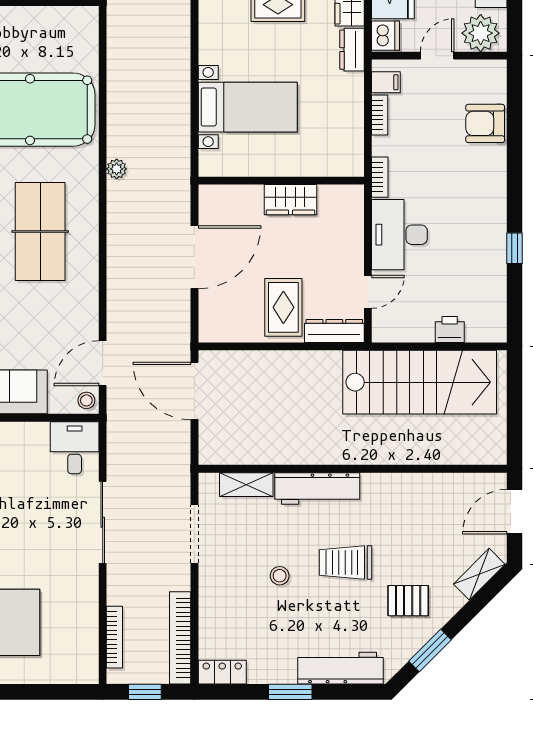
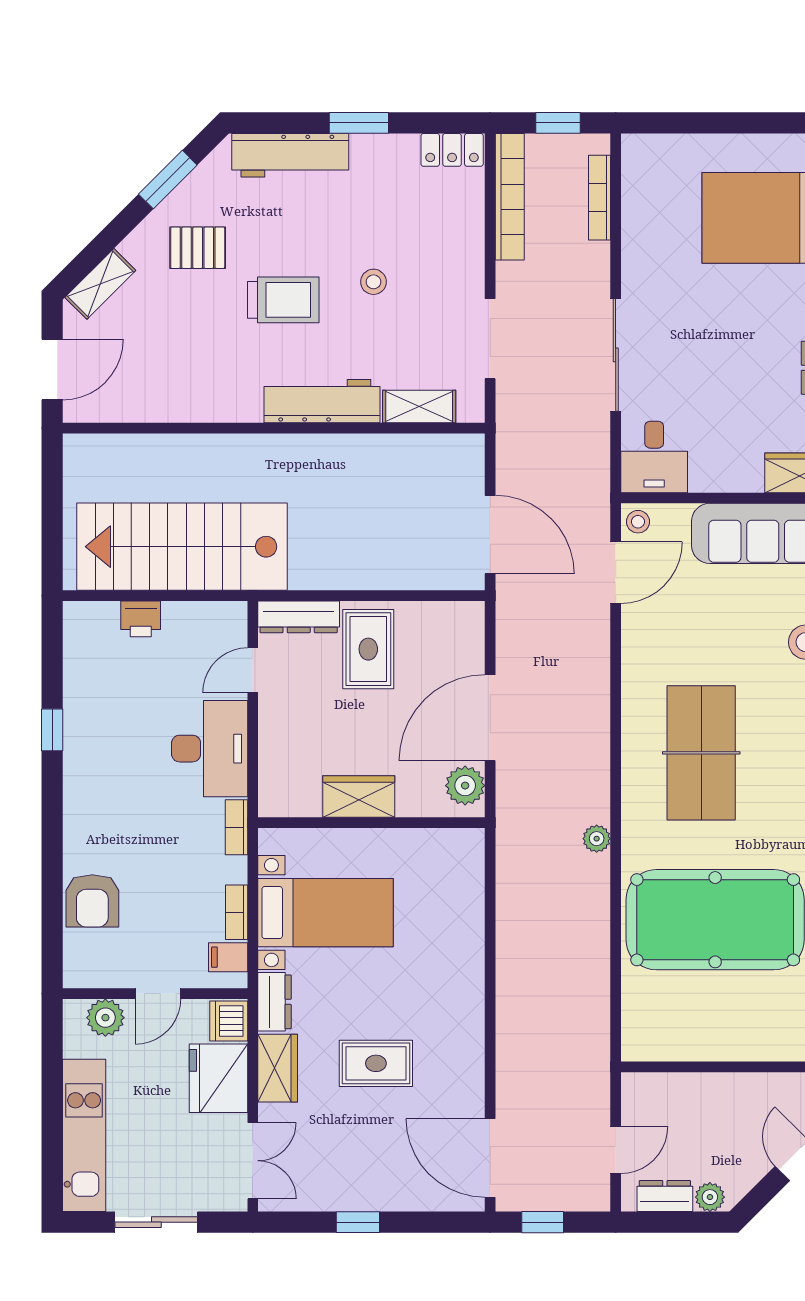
plant: (481, 33) -> (105, 1018), width x0.73, depth x0.73
bed with nightstands: (248, 107) -> (326, 913), moved, turned 180
armchair: (485, 123) -> (92, 901), turned 90
plant: (213, 208) -> (465, 786), added

